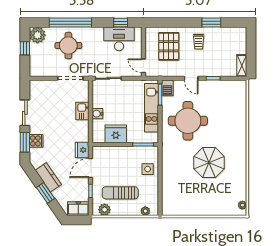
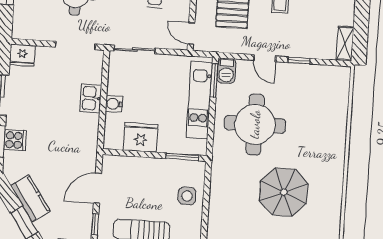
fridge: (82, 150) -> (22, 55), moved, turned -90

